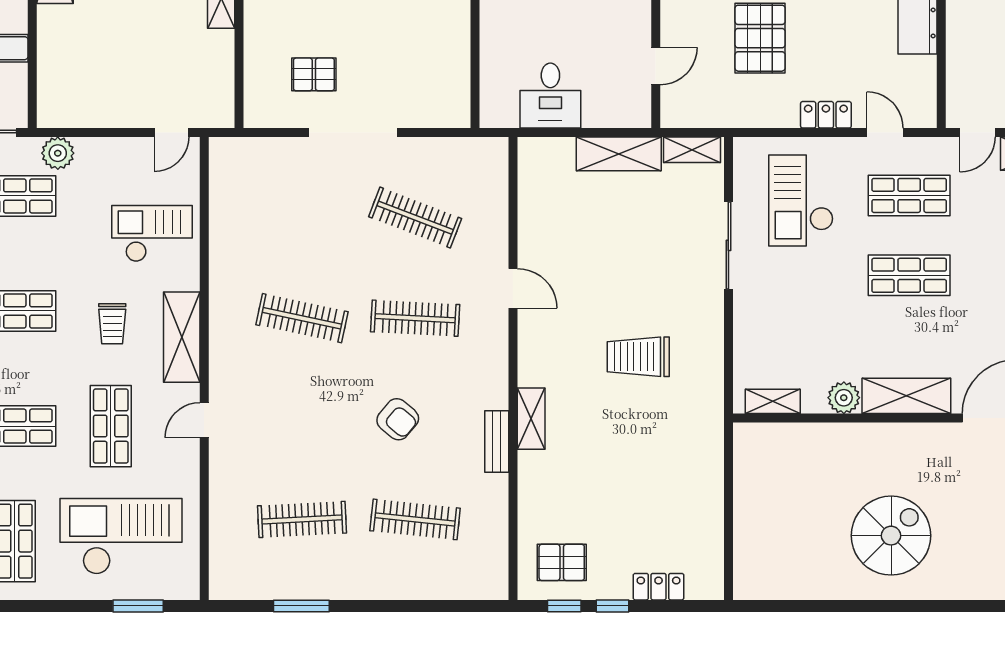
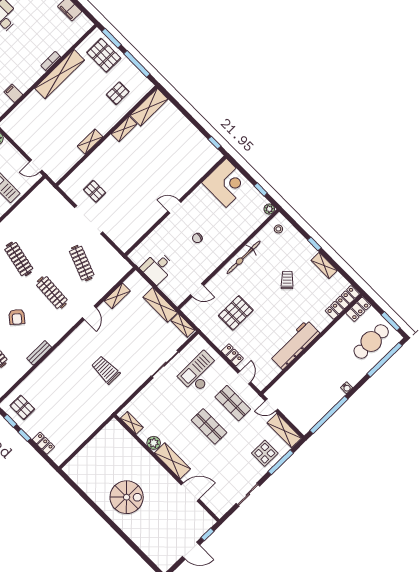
shelving: (531, 419) -> (117, 296), moved

